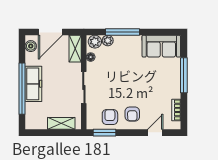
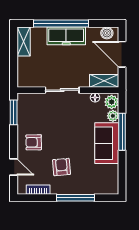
sofa: (161, 46) -> (107, 143), moved
armchair: (110, 117) -> (61, 167), moved, turned -95
shelving: (61, 123) -> (24, 42), moved

